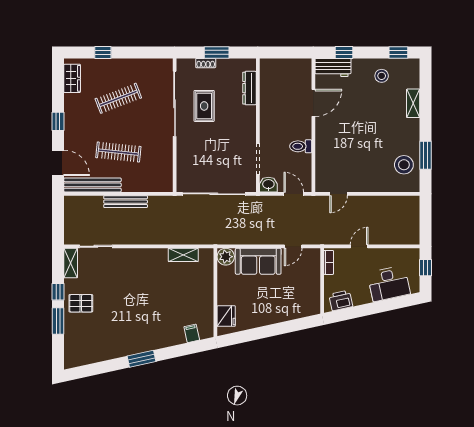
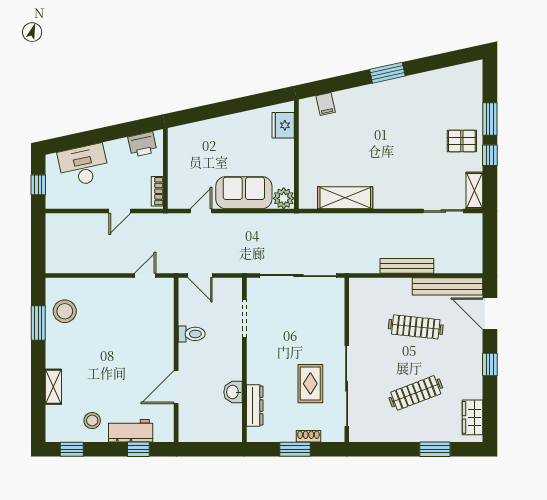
window: (103, 52) -> (435, 449), width x1.50
workbench: (333, 68) -> (131, 431), moved
washbasin: (268, 185) -> (233, 392), moved, turned 90
shelving: (183, 255) -> (345, 198), width x1.50, depth x1.33

